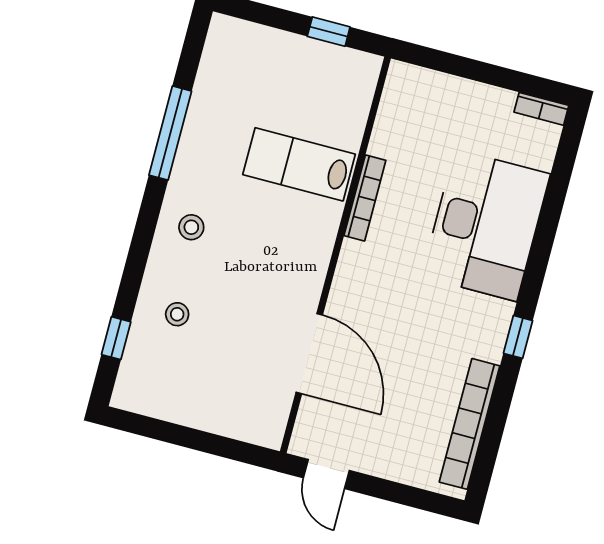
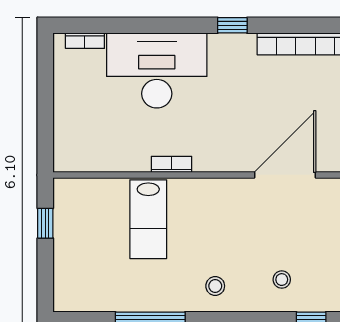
bookcase: (541, 109) -> (85, 41), moved, turned 90
bookcase: (365, 198) -> (171, 164), width x0.64

